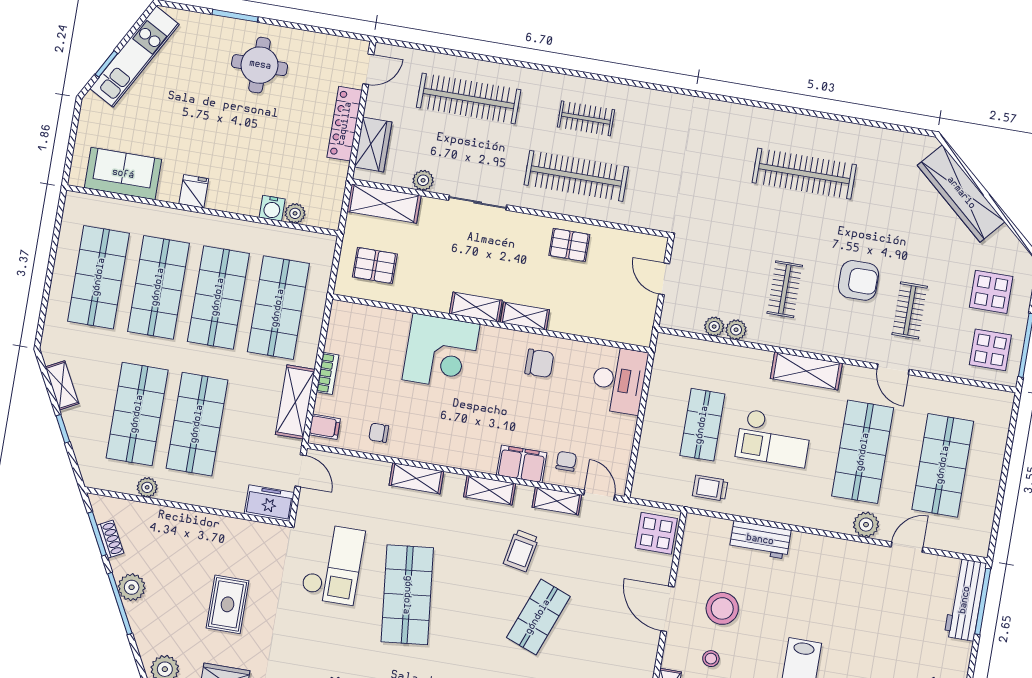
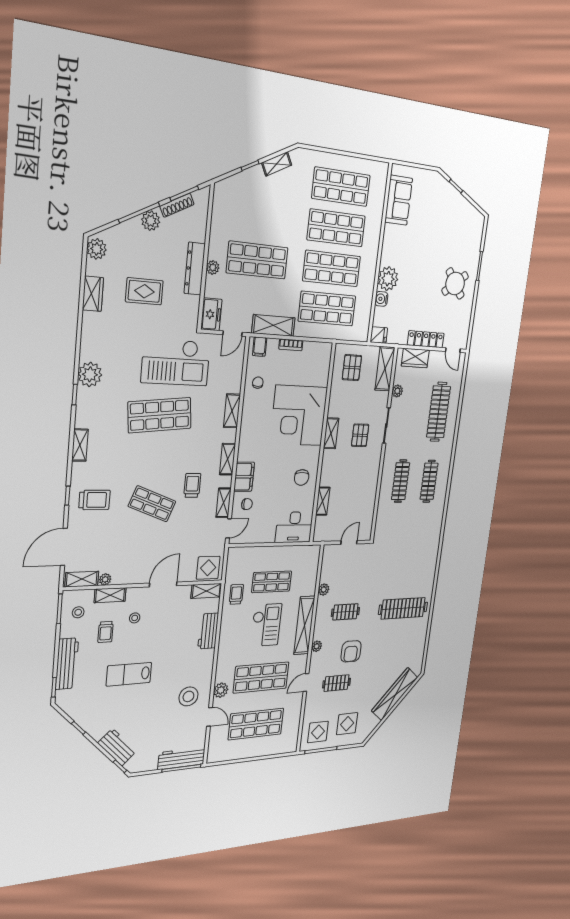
kitchen unit: (134, 57) -> (460, 204), removed
round table: (260, 65) -> (455, 283), turned -38
clothes rail: (586, 118) -> (429, 481), width x1.36
clothes rail: (804, 174) -> (403, 608), turned 90
clothes rail: (576, 176) -> (401, 481), width x0.73, depth x0.76
fridge: (194, 191) -> (379, 335), moved
plant: (295, 213) -> (388, 279), moved, width x1.87, depth x1.87
pallet: (569, 245) -> (360, 435), moved
shelving: (525, 316) -> (323, 501), moved
plant: (714, 327) -> (317, 646), moved
corner desk: (441, 352) -> (299, 415), width x1.36, depth x1.36
shelving: (806, 371) -> (304, 625), width x1.47
shop shelf: (137, 414) -> (261, 218), removed
checkout: (774, 438) -> (266, 625), turned 180
plant: (147, 487) -> (213, 267), moved
dresser: (202, 525) -> (195, 269), added
shoe rack: (110, 539) -> (177, 205), width x1.43
shelving: (693, 539) -> (206, 591), added
trolley: (521, 551) -> (192, 485), turned 79
checkout: (333, 564) -> (176, 362), width x1.36, depth x1.21
stool: (722, 608) -> (188, 696), moved

